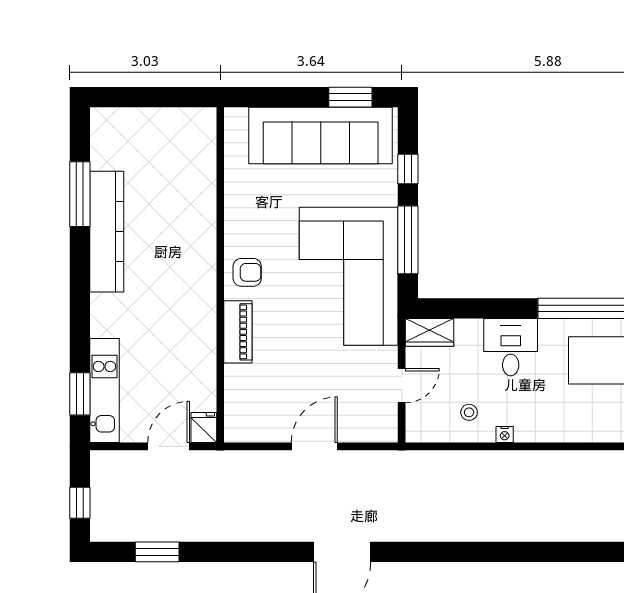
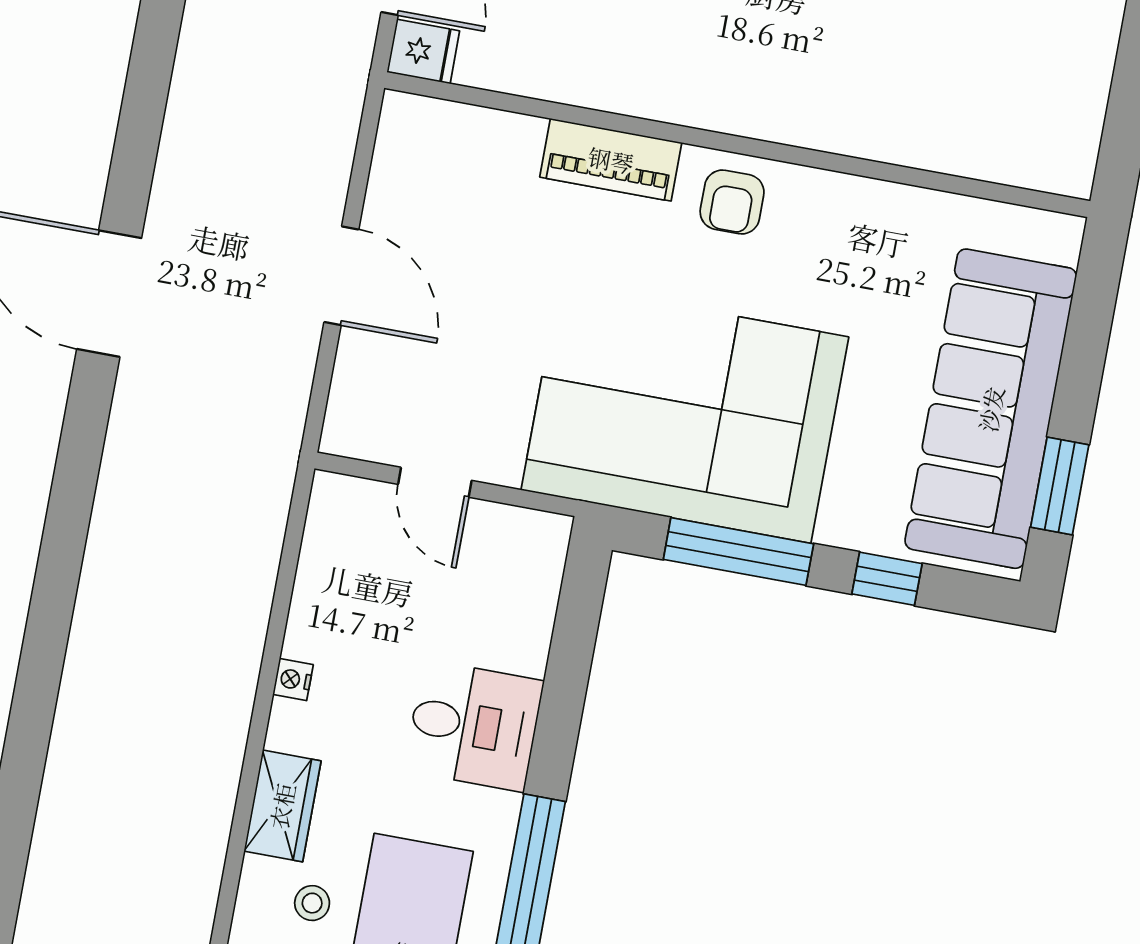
wardrobe: (430, 332) -> (282, 806), moved, turned 180
stool: (469, 412) -> (312, 903), moved

